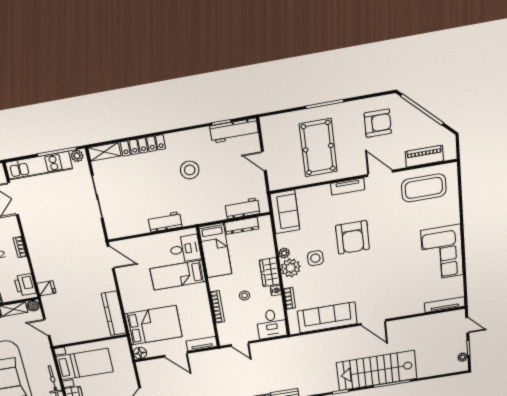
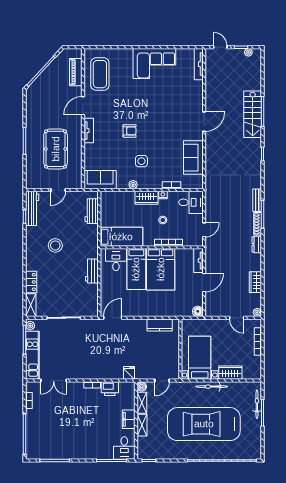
armchair: (378, 123) -> (45, 104), removed
locker: (143, 145) -> (31, 282), width x0.66
pool table: (318, 148) -> (56, 149), turned 90
dresser: (242, 226) -> (105, 214), removed
armchair: (353, 237) -> (130, 131), width x0.53, depth x0.53
plant: (291, 268) -> (146, 181), removed
printer: (25, 285) -> (110, 389), moved
kitchen counter: (114, 313) -> (160, 325), width x0.67
sofa: (327, 317) -> (193, 158), width x0.73
bed: (154, 325) -> (161, 269), moved, turned 180
door: (467, 325) -> (220, 47), hinge flipped
stairs: (377, 371) -> (253, 114), width x0.73, depth x0.66

